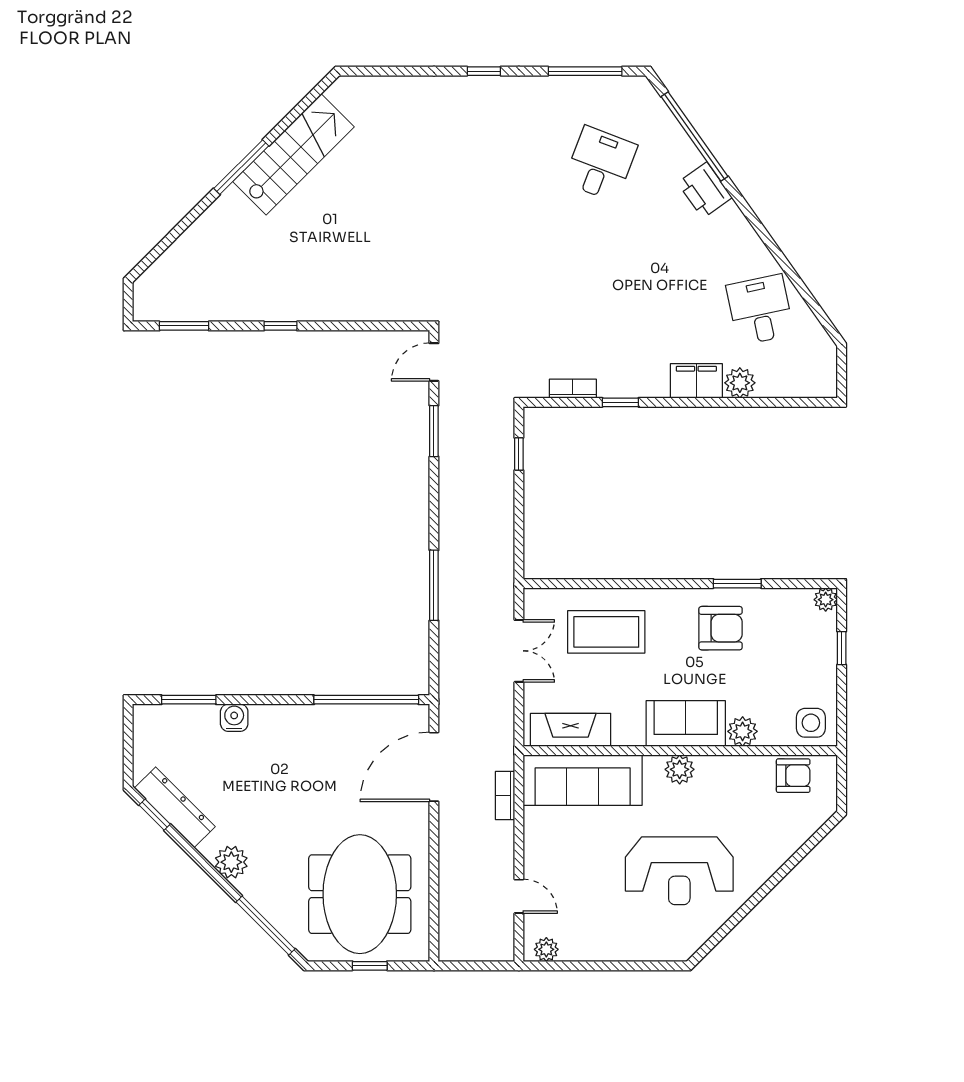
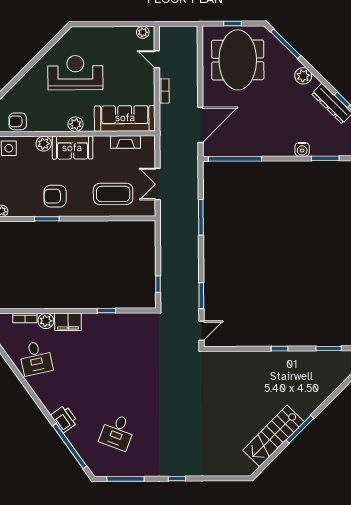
bookcase: (573, 389) -> (25, 318), moved
fireplace: (571, 730) -> (126, 142), width x0.73, depth x0.76
bookcase: (505, 796) -> (164, 91), moved

